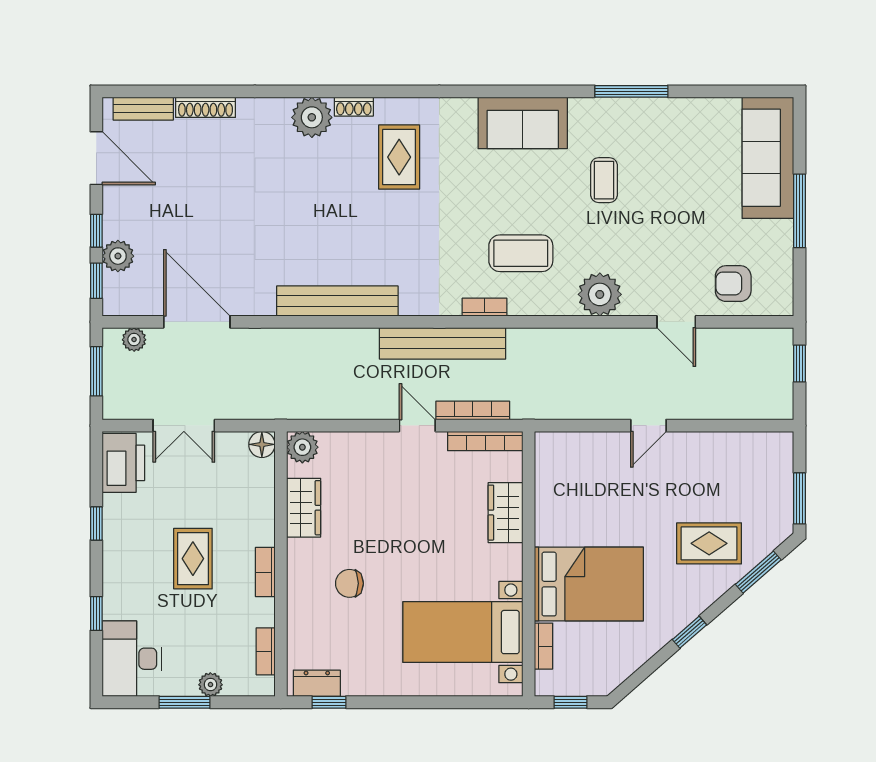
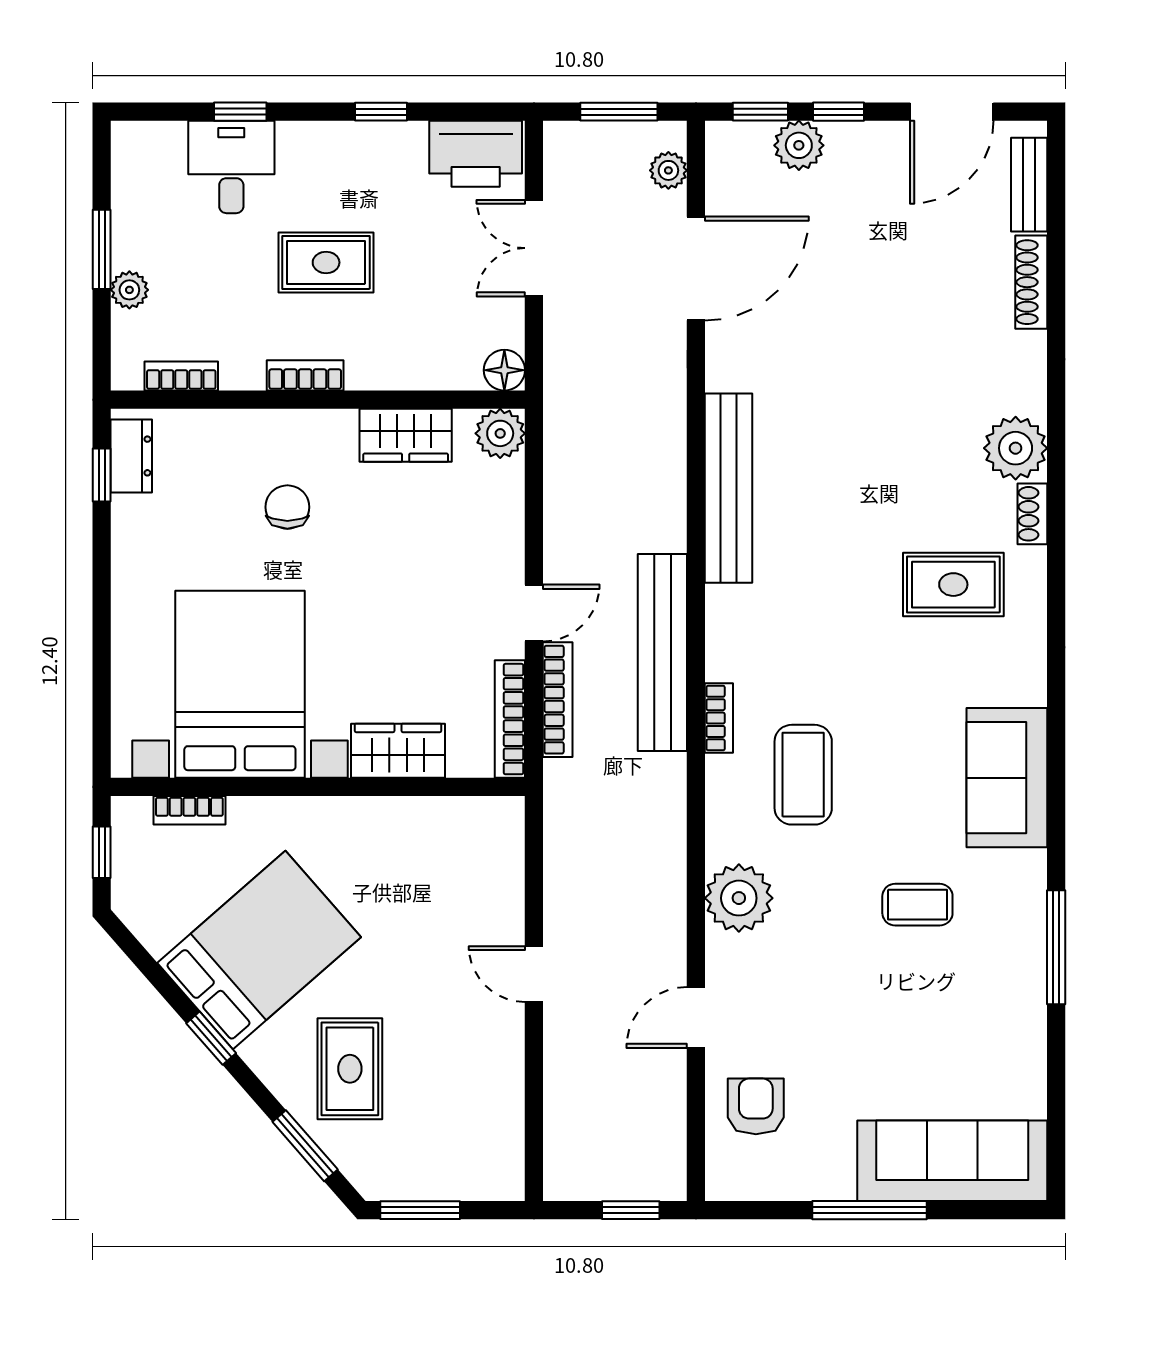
bed: (589, 584) -> (259, 950), moved, turned -131
bed with nightstands: (463, 632) -> (240, 684), width x1.36
desk: (132, 659) -> (231, 167), moved, width x0.73

